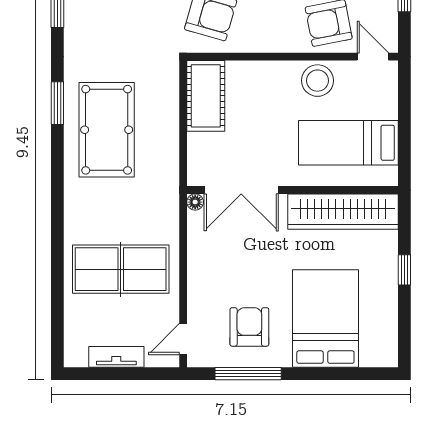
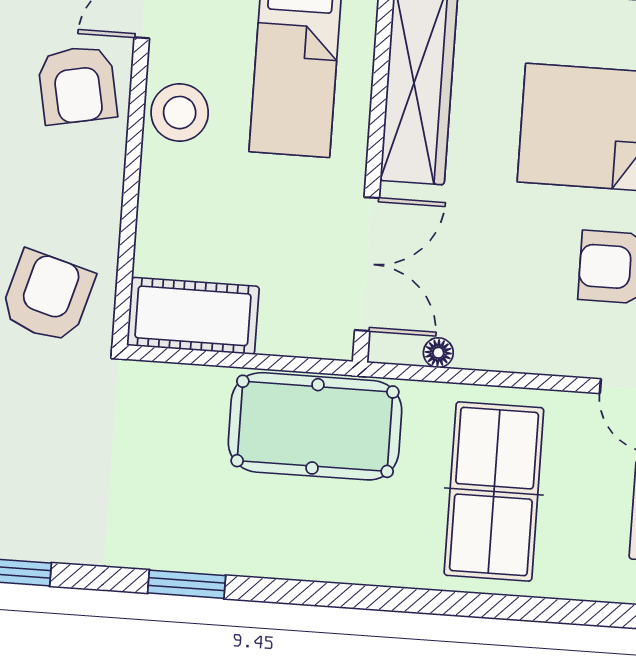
pool table: (107, 130) -> (315, 426), moved
floor lamp: (195, 202) -> (438, 353), moved

